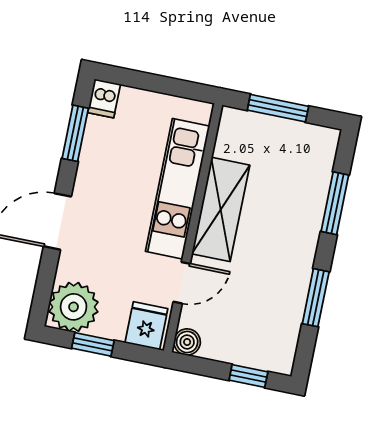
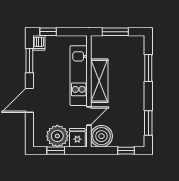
window: (129, 78) -> (48, 32), added
window: (316, 298) -> (148, 123), moved
plant: (74, 307) -> (57, 136), moved
boiler: (187, 342) -> (101, 136), width x1.86, depth x1.86

